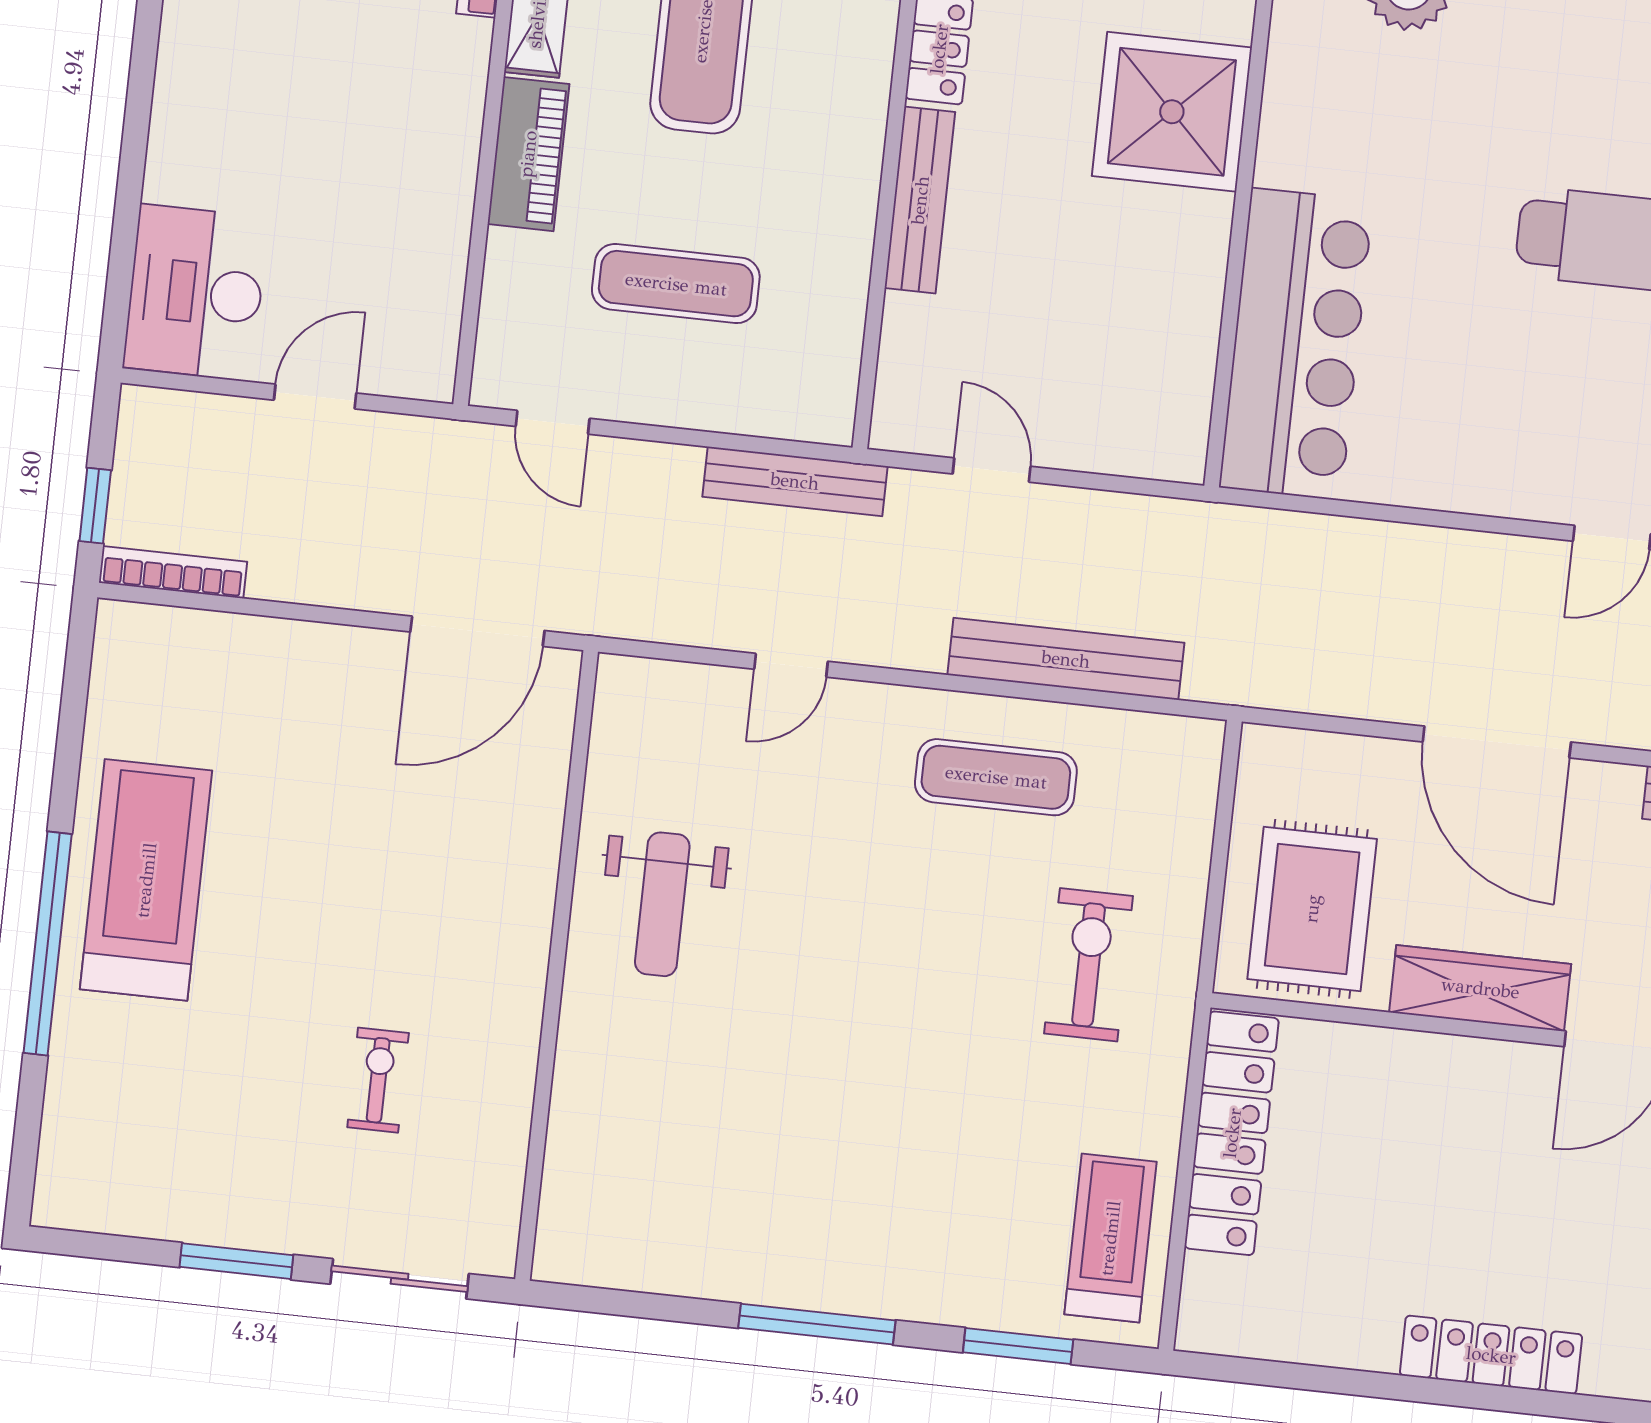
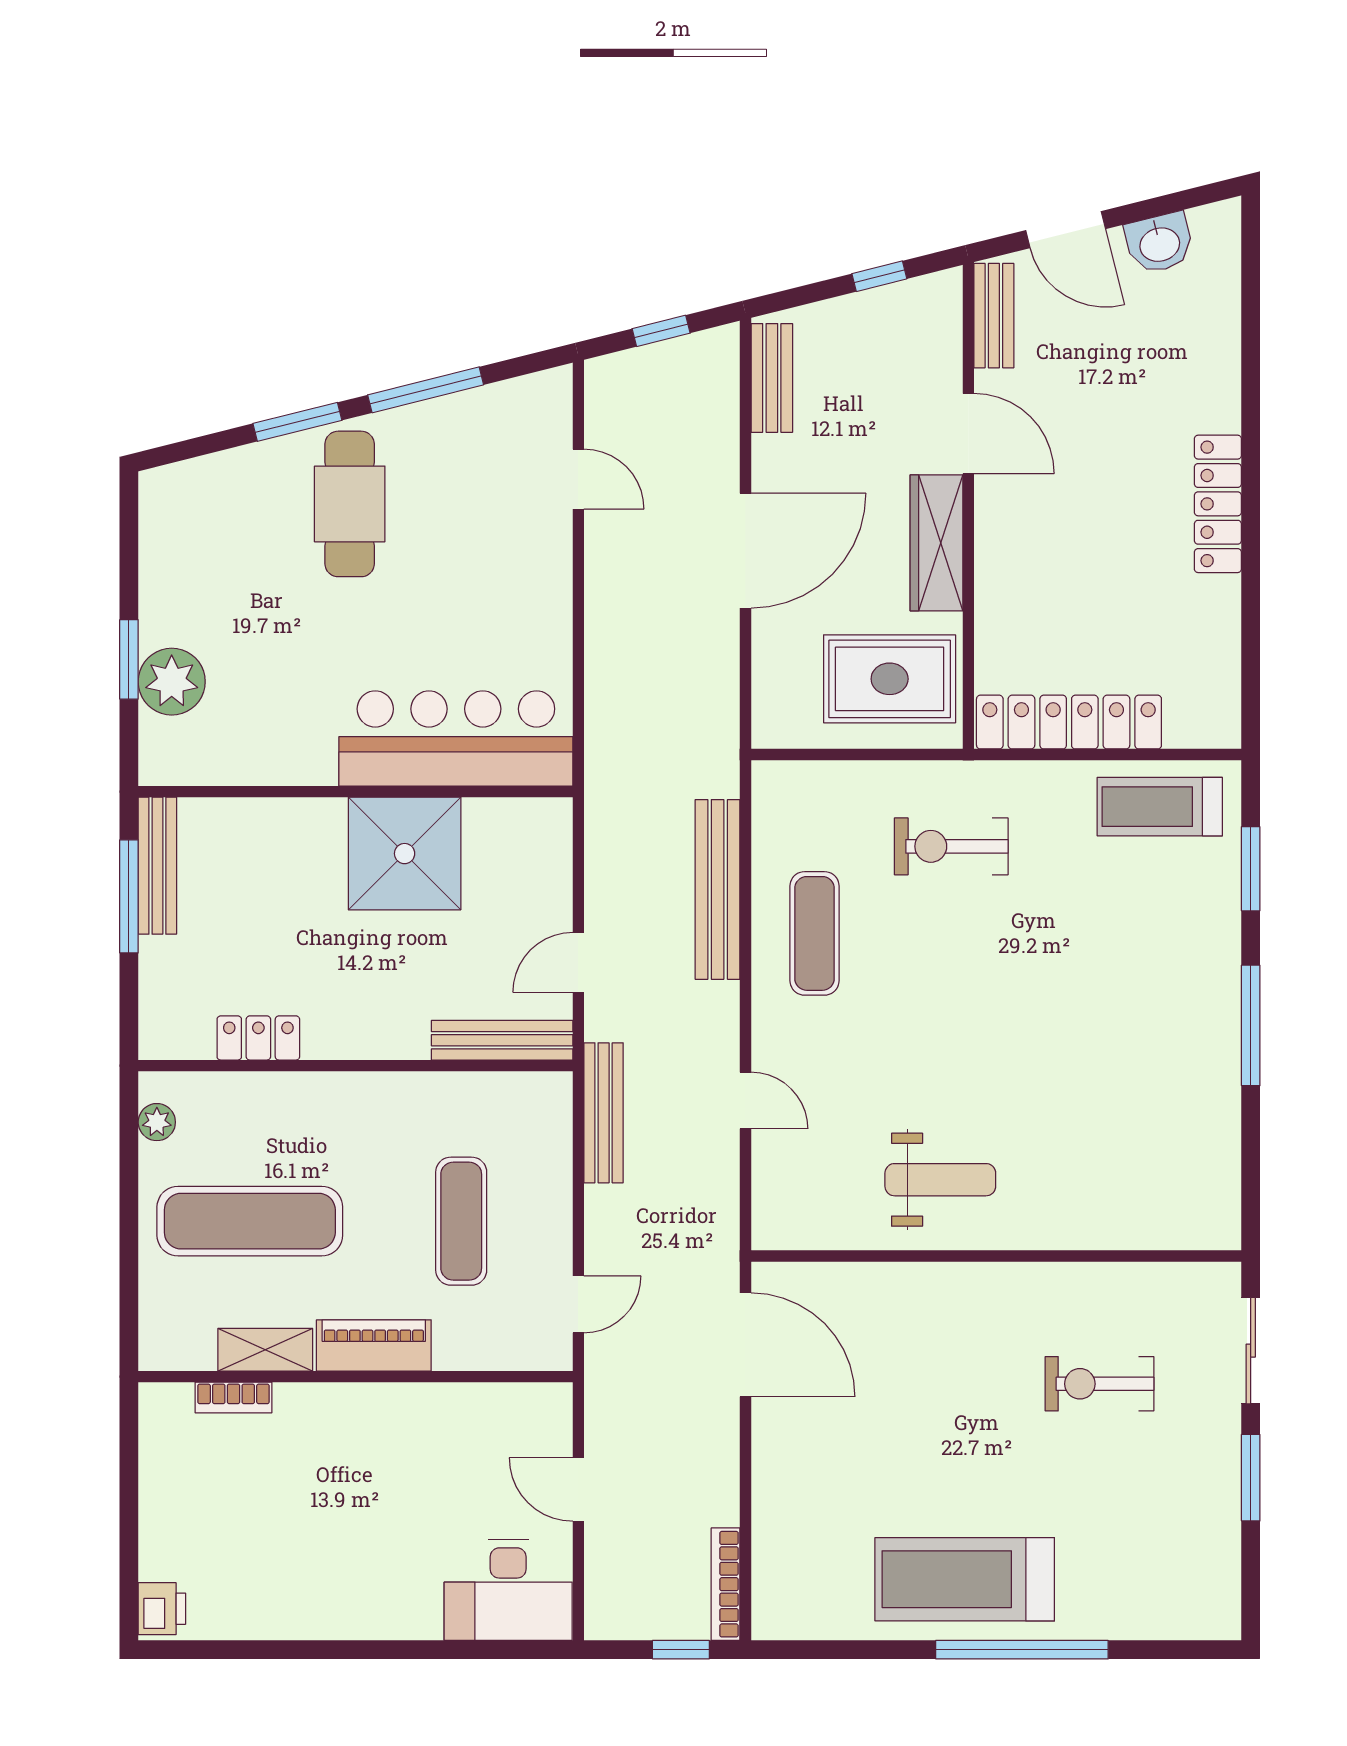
shower: (1172, 112) -> (405, 854), moved
bench: (920, 200) -> (502, 1040), moved
exercise bike: (378, 1080) -> (1100, 1384), width x1.38, depth x1.39

